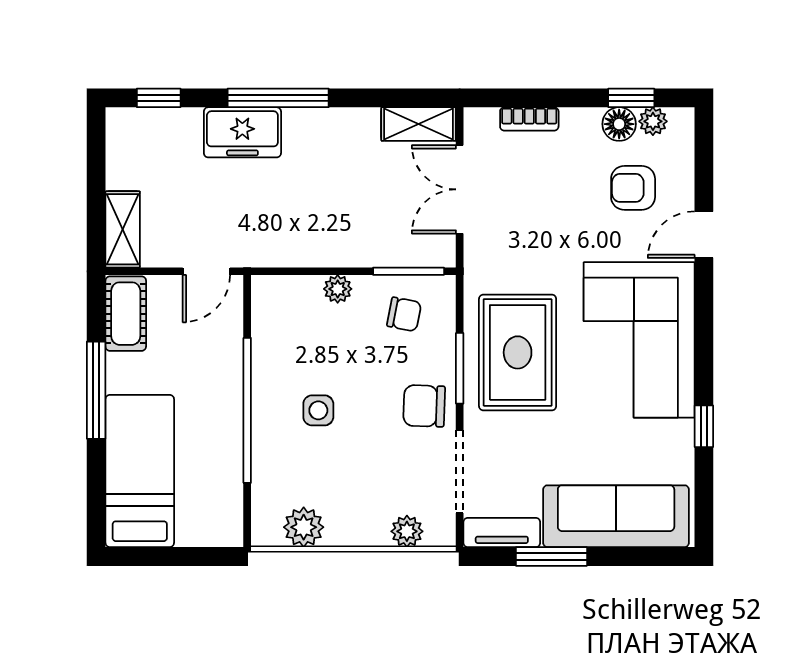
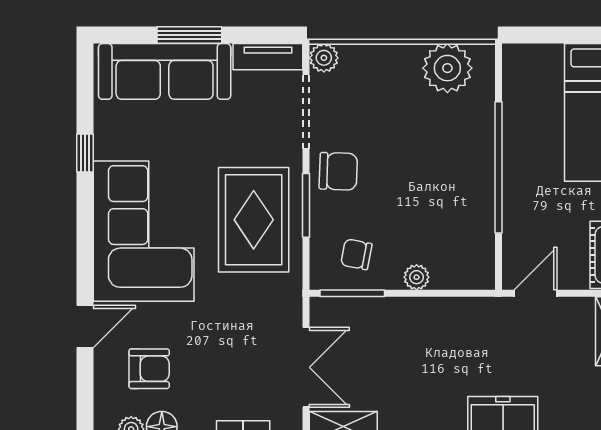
side table: (318, 410) -> (434, 167), removed
plant: (304, 527) -> (447, 68), width x1.36, depth x1.36
plant: (407, 531) -> (324, 58), moved
window: (551, 556) -> (189, 35), moved

